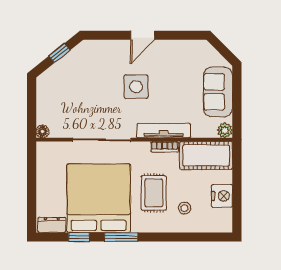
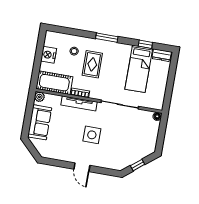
door: (143, 35) -> (82, 167), swing flipped
bed: (99, 198) -> (139, 69), width x0.49
window: (121, 237) -> (107, 38), moved

